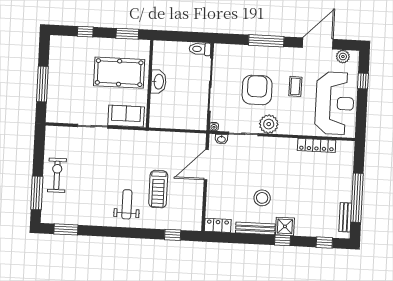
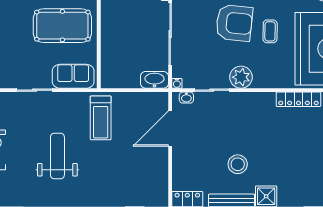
washbasin: (158, 82) -> (154, 80), moved, turned -90
armchair: (257, 90) -> (234, 23), moved, turned 96
treadmill: (158, 189) -> (101, 118), moved
weight bench: (127, 204) -> (57, 156), moved, width x1.36, depth x1.33

